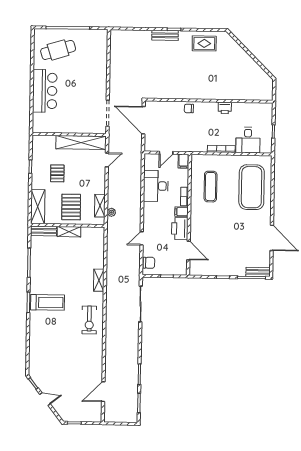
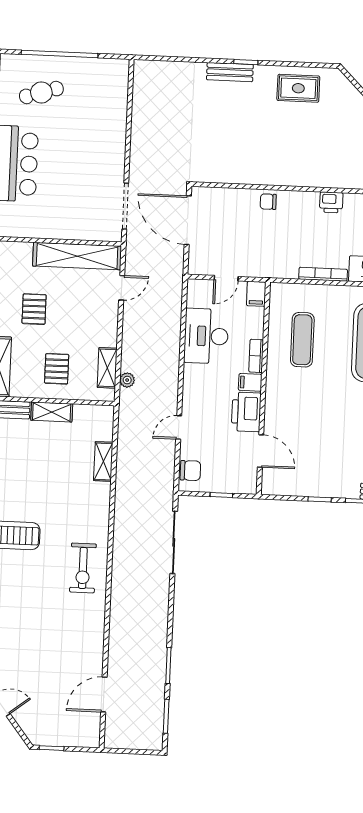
cafe table: (58, 50) -> (41, 92), width x0.73, depth x0.74
pallet: (71, 207) -> (57, 369), width x0.67, depth x0.71
shelving: (99, 280) -> (103, 461), moved

